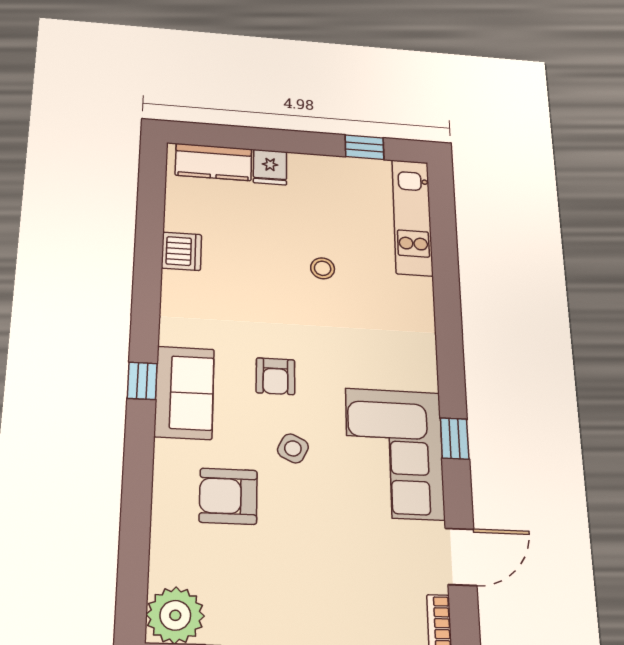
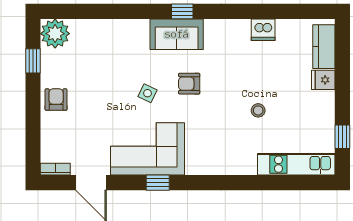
armchair: (228, 496) -> (56, 100), moved, width x0.72, depth x0.72

